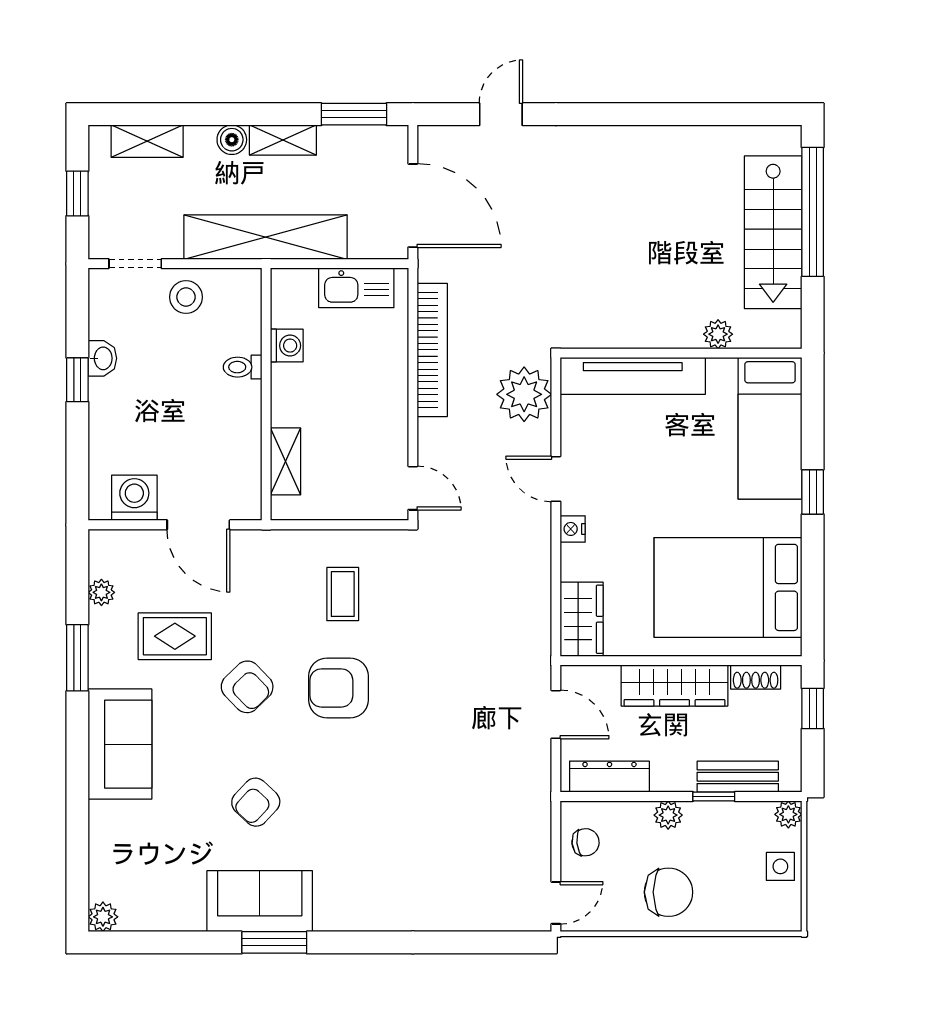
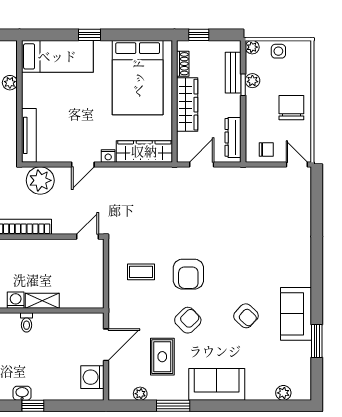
tv unit: (633, 376) -> (29, 135), width x0.73, depth x0.78
shelving: (286, 461) -> (42, 301), moved
wardrobe: (582, 619) -> (144, 151), width x1.50
plant: (668, 815) -> (252, 81), moved
chair: (586, 842) -> (266, 149), turned 96
plant: (103, 917) -> (283, 393), moved
window: (274, 942) -> (317, 341), moved

